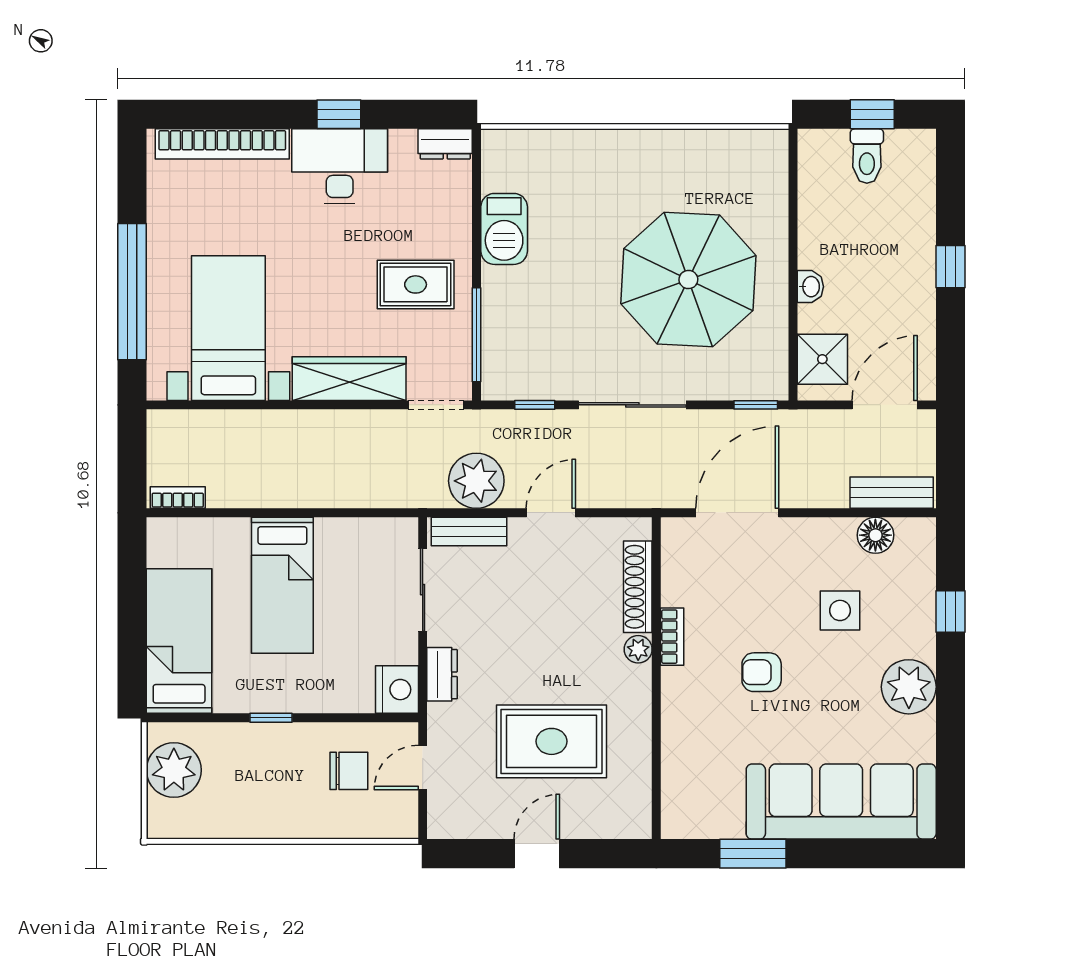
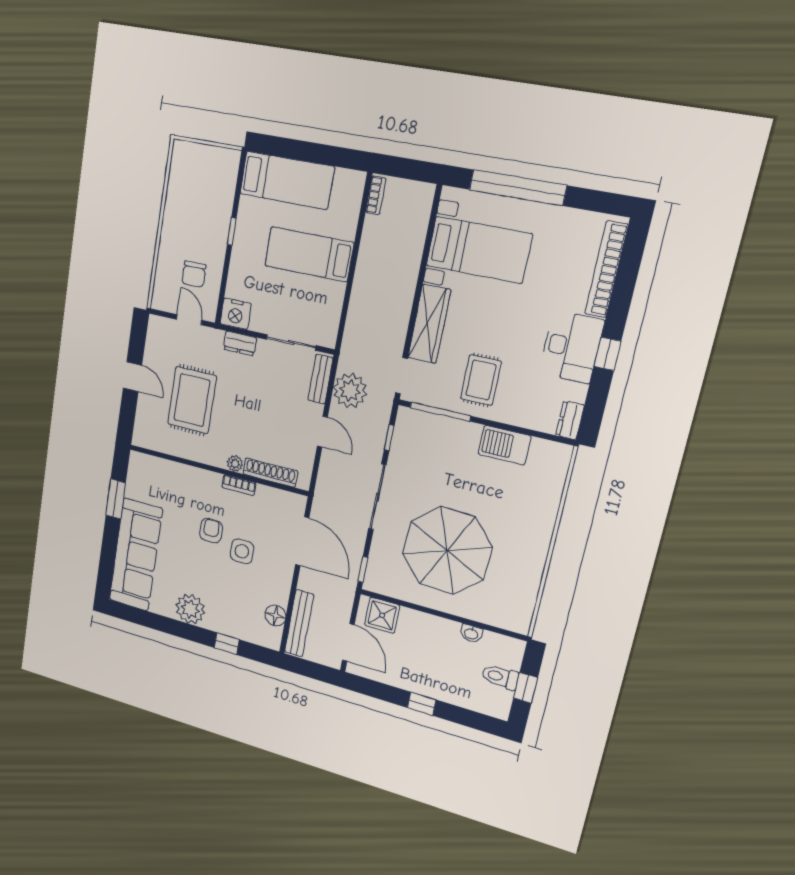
washbasin: (810, 287) -> (471, 634), moved
bench: (892, 493) -> (299, 623), width x1.36
side table: (840, 610) -> (242, 551), moved
plant: (174, 770) -> (211, 163), removed

